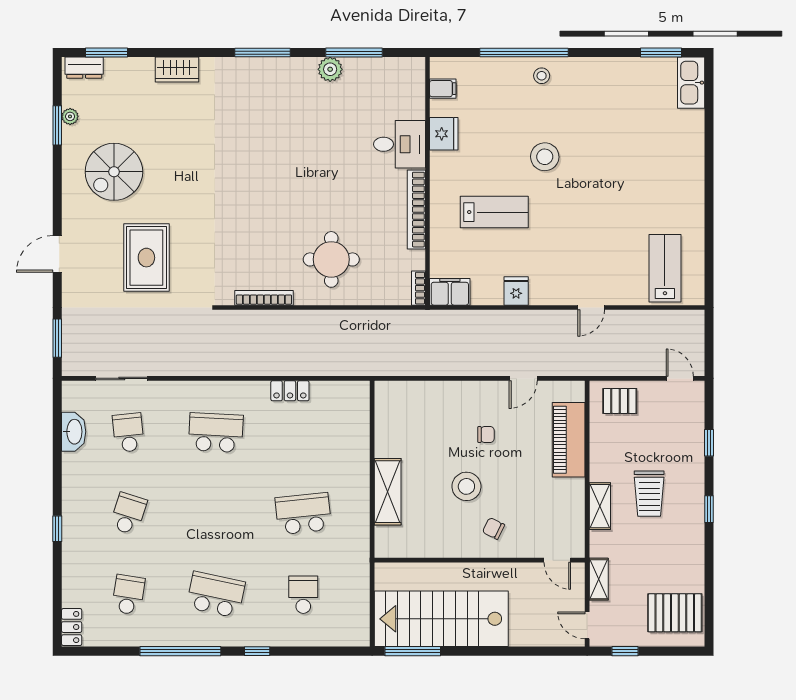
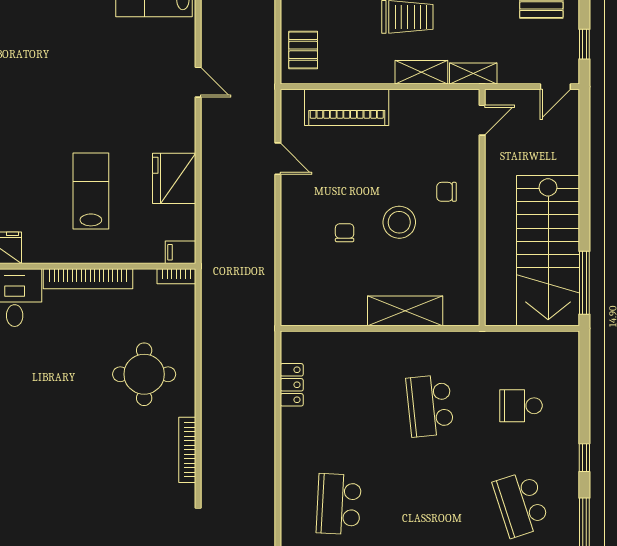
stool: (545, 157) -> (29, 134), removed
fridge: (516, 291) -> (174, 178), width x1.88, depth x1.34
filing cabinet: (450, 292) -> (181, 252), width x0.50
locker: (290, 391) -> (292, 385), moved
chair: (486, 435) -> (345, 233), moved
chair: (494, 528) -> (447, 192), turned 64
shelving: (599, 579) -> (473, 74), moved
school desk: (216, 595) -> (521, 504), turned -30

